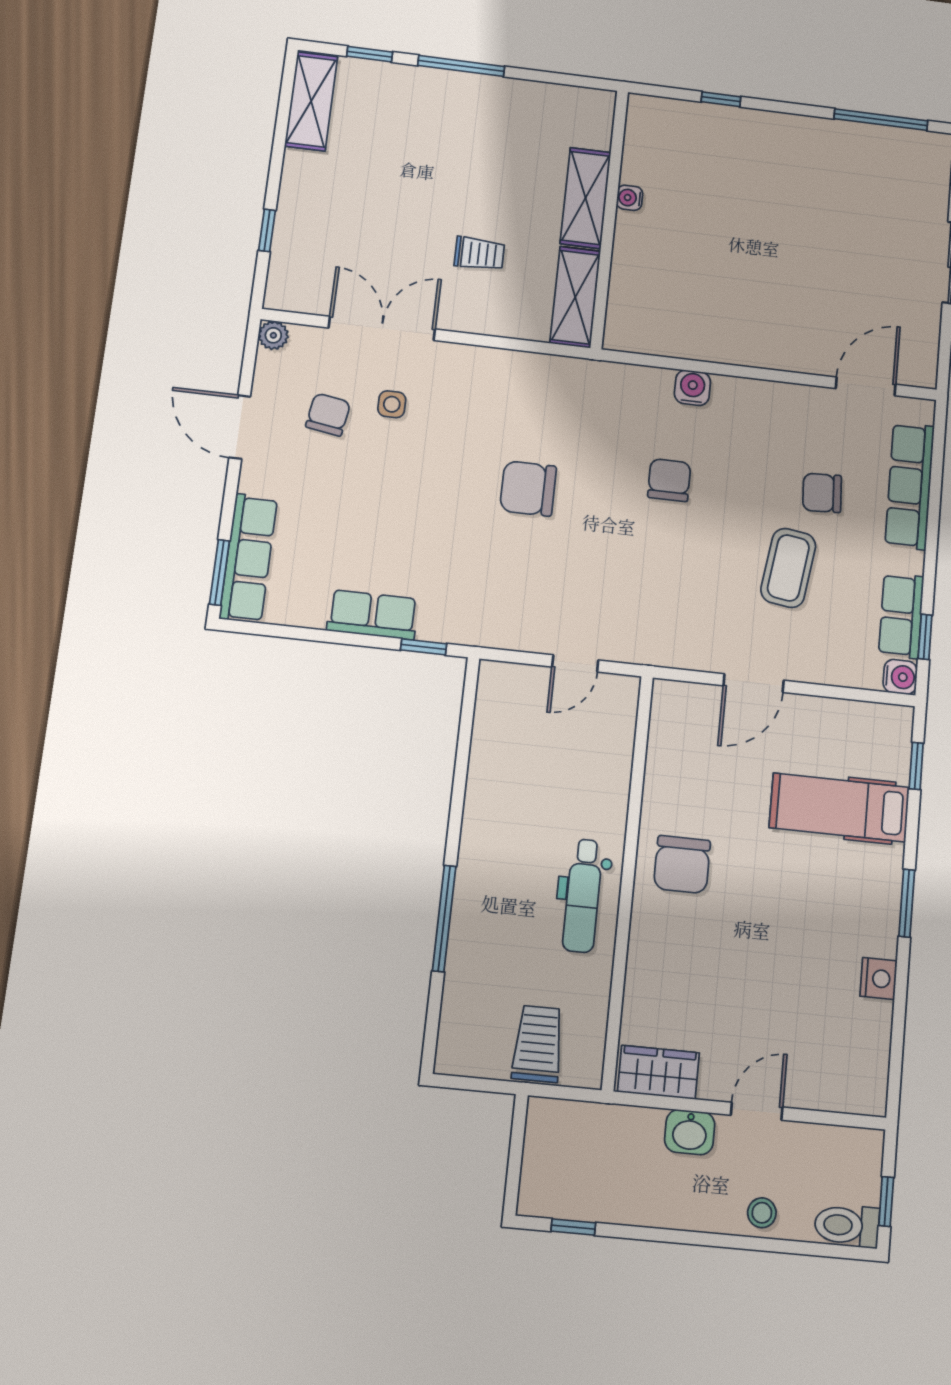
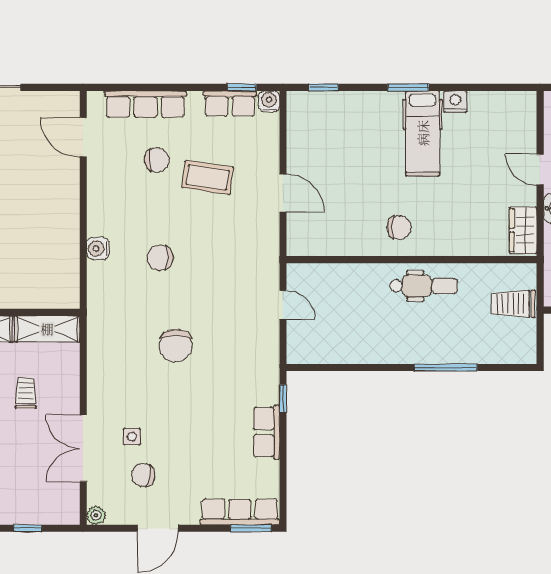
chair: (822, 493) -> (157, 160), turned -87
hospital bed: (839, 807) -> (423, 133), moved
chair: (682, 865) -> (399, 227), width x0.73, depth x0.73

